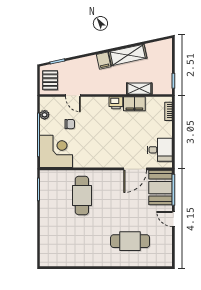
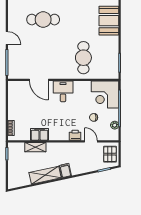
printer: (116, 103) -> (75, 135), moved
desk: (160, 150) -> (63, 91), moved, turned 90
door: (135, 169) -> (39, 80), swing flipped
booth: (161, 188) -> (109, 21), moved

